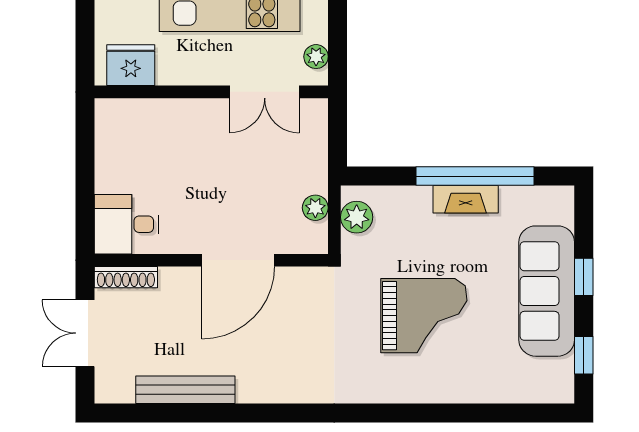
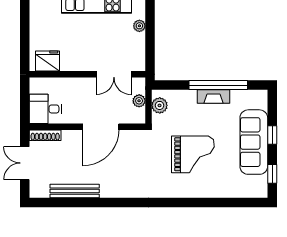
fridge: (131, 65) -> (48, 61), moved
wall: (211, 92) -> (87, 74), moved
double door: (265, 92) -> (114, 74), moved

